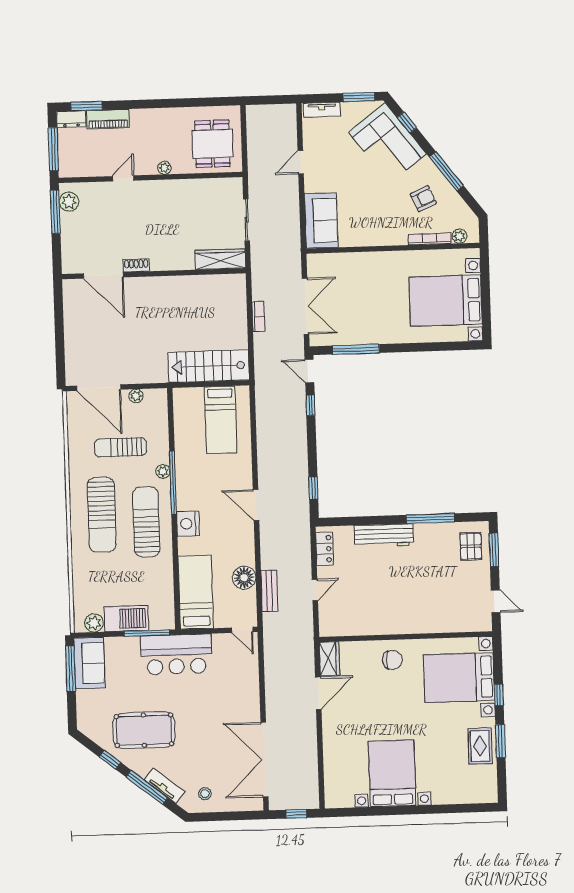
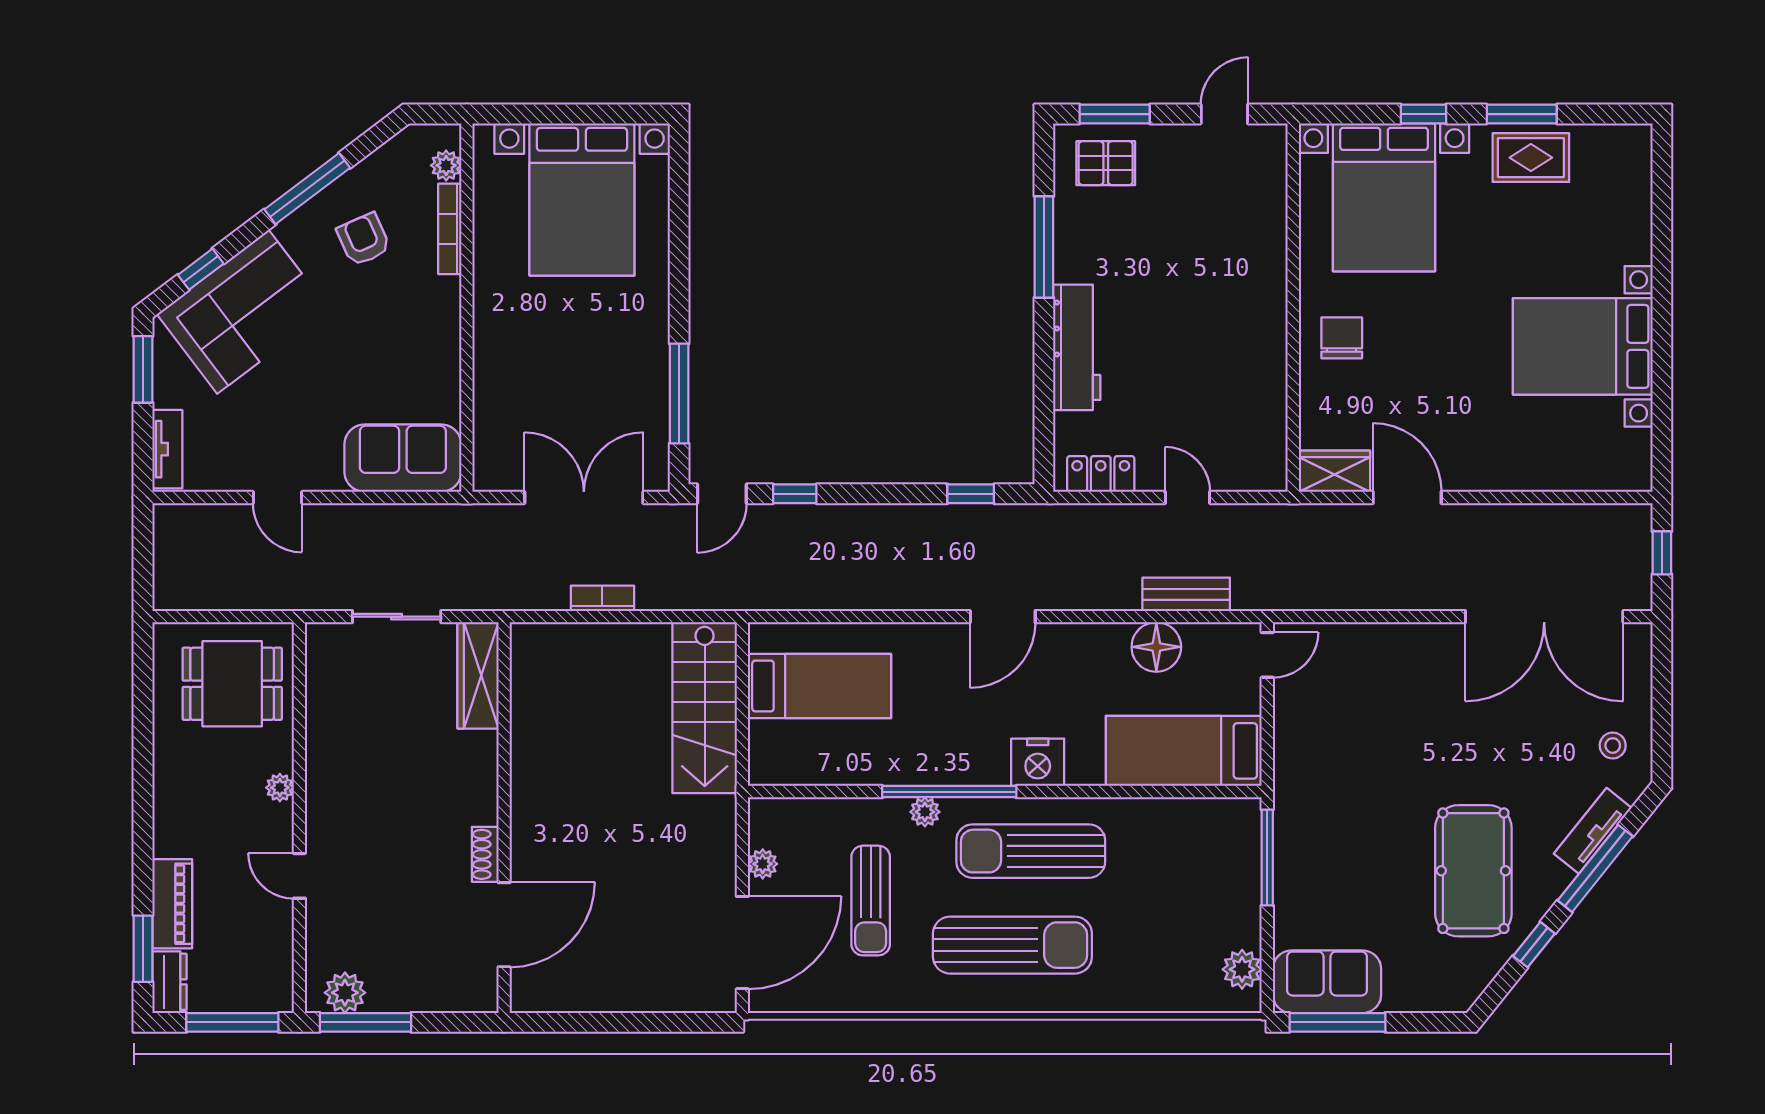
barbecue: (126, 619) -> (1235, 900), removed
bar counter: (176, 654) -> (1315, 797), removed

